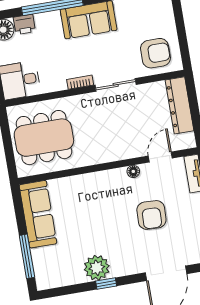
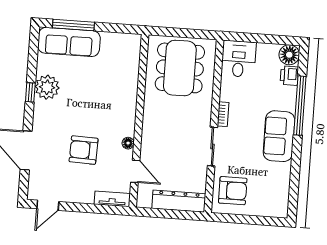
armchair: (155, 53) -> (233, 191), turned -90
sofa: (38, 214) -> (69, 42), moved

